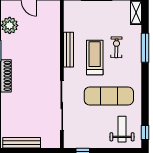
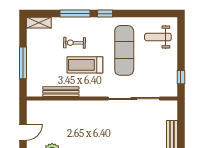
bench: (68, 50) -> (61, 92), moved
window: (145, 132) -> (105, 14), moved

